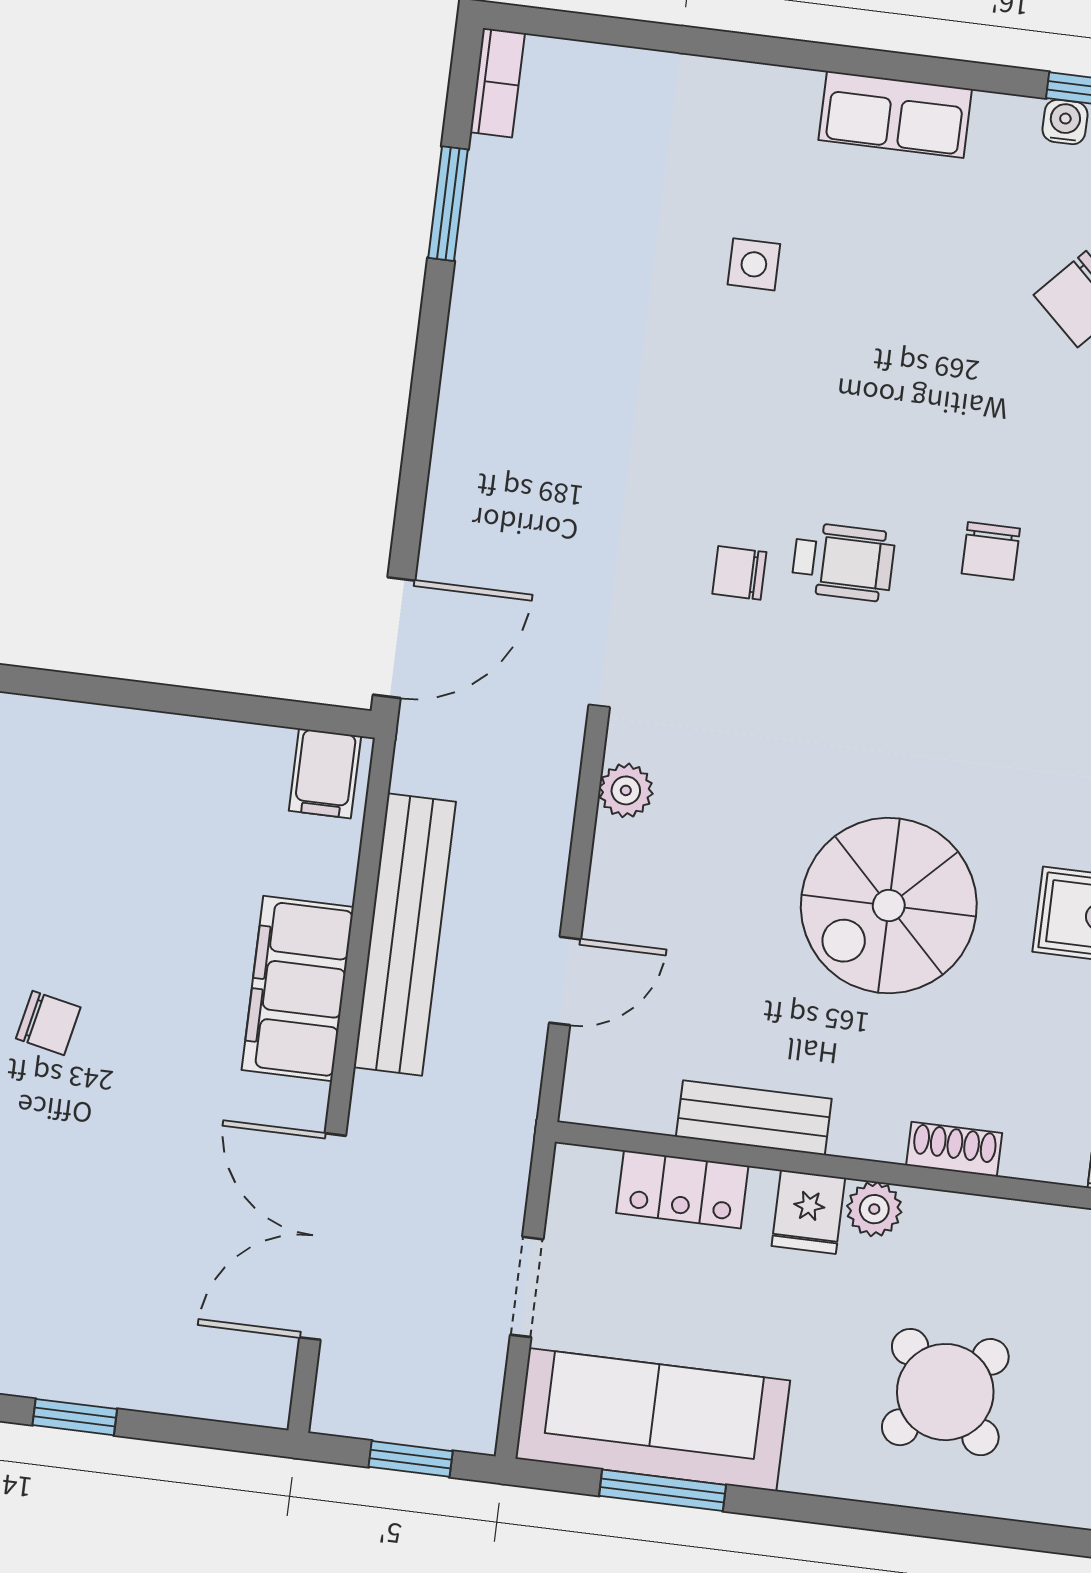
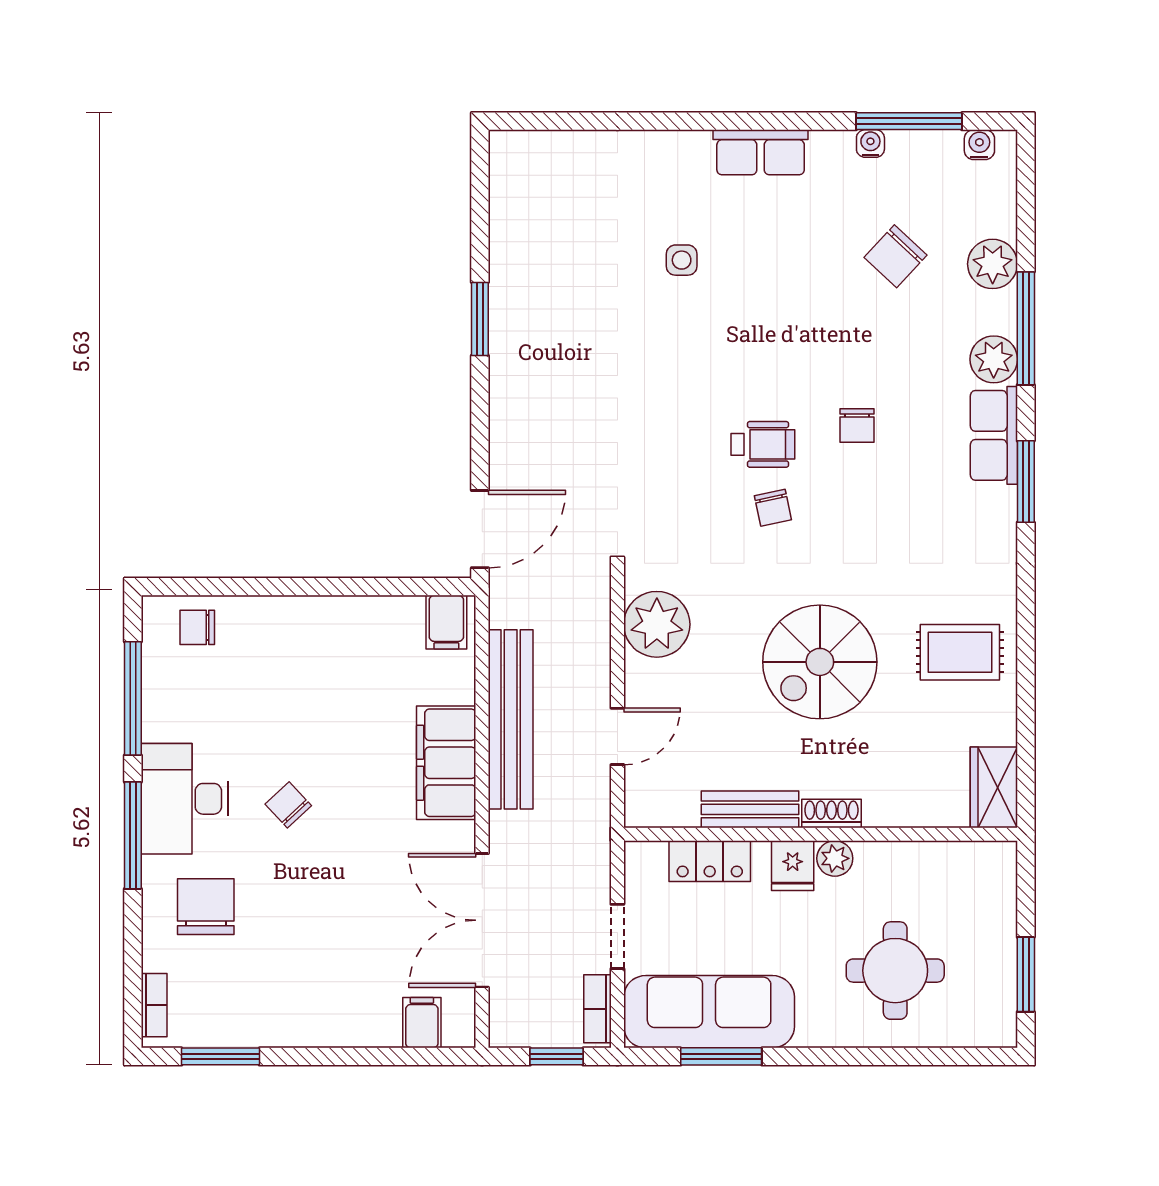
bookcase: (497, 83) -> (597, 1009), moved, turned 180
window: (448, 204) -> (480, 319), moved
chair: (739, 573) -> (773, 508), moved, turned -102
plant: (626, 790) -> (657, 624), width x1.87, depth x1.87
chair: (48, 1023) -> (288, 805), turned -145
shoe rack: (954, 1149) -> (831, 814), moved
filing cabinet: (211, 1382) -> (422, 1023), added
round table: (945, 1392) -> (895, 971), turned 45
window: (75, 1417) -> (337, 1056), removed

